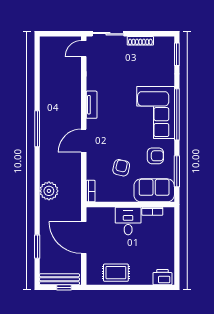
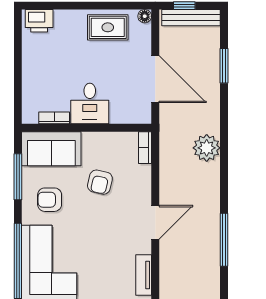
floor lamp: (91, 280) -> (145, 16), added

